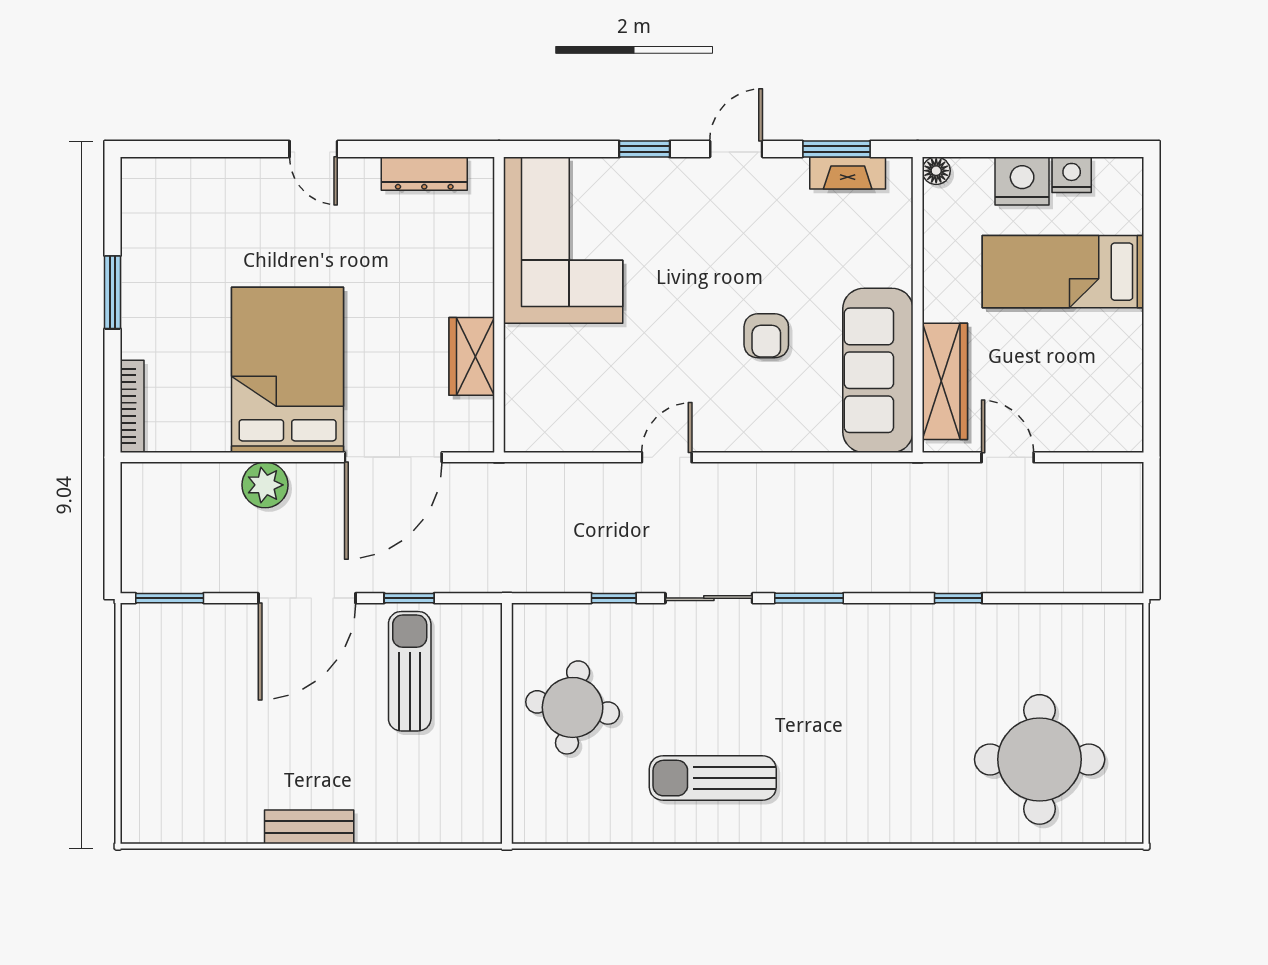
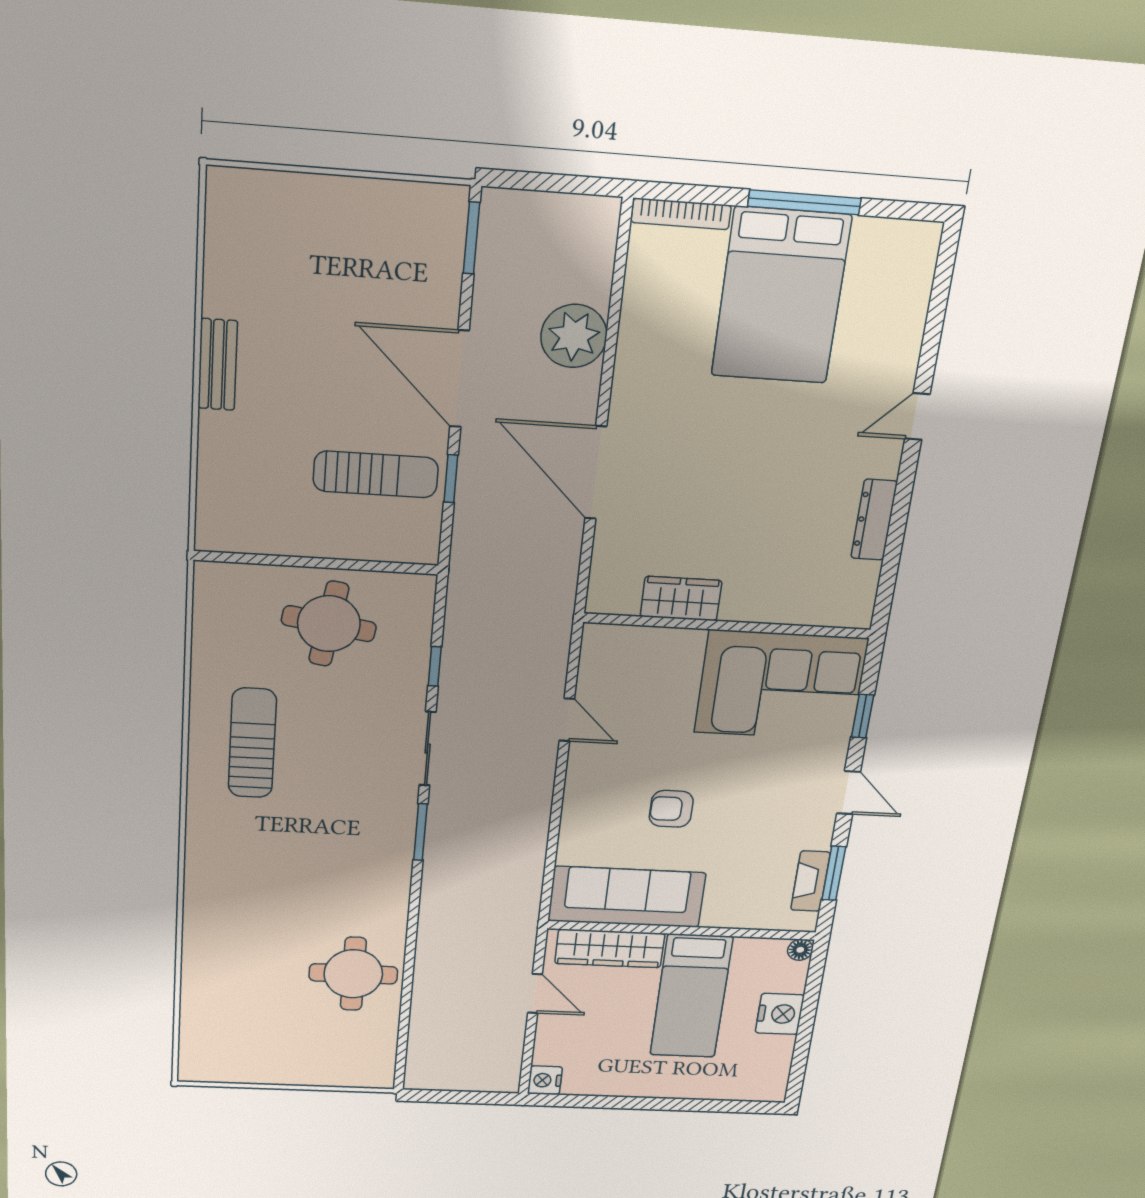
nightstand: (1072, 175) -> (545, 1080), moved, turned 180
corner sofa: (563, 240) -> (781, 685), moved
bed: (1063, 272) -> (691, 996), moved, turned 180
window: (113, 292) -> (804, 202), width x1.44
wall: (499, 305) -> (728, 626), moved
wardrobe: (472, 356) -> (681, 599), moved
bed: (288, 370) -> (781, 296), moved, turned 90
door: (1008, 457) -> (535, 993), hinge flipped
plant: (265, 485) -> (574, 336), width x1.36, depth x1.36
window: (958, 598) -> (410, 950), removed
round table: (1040, 759) -> (353, 974), moved, width x0.73, depth x0.73

